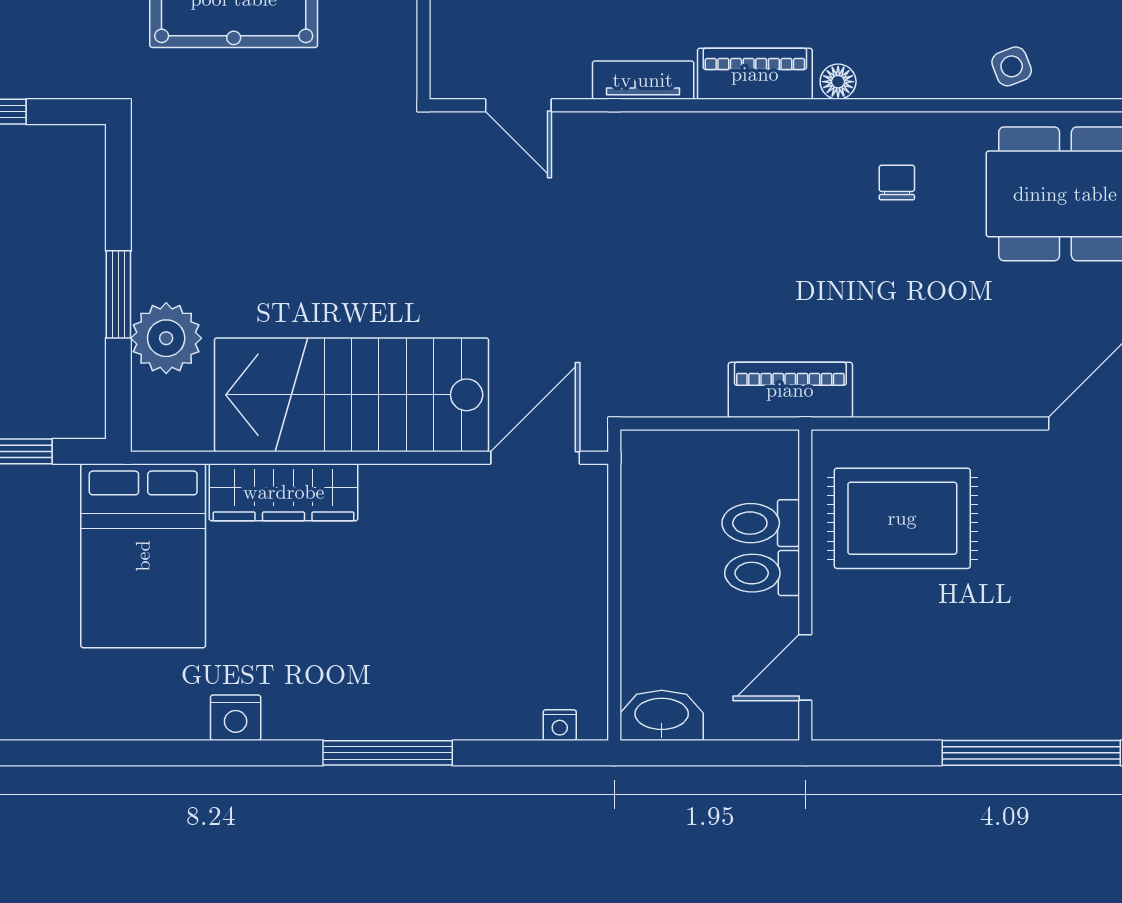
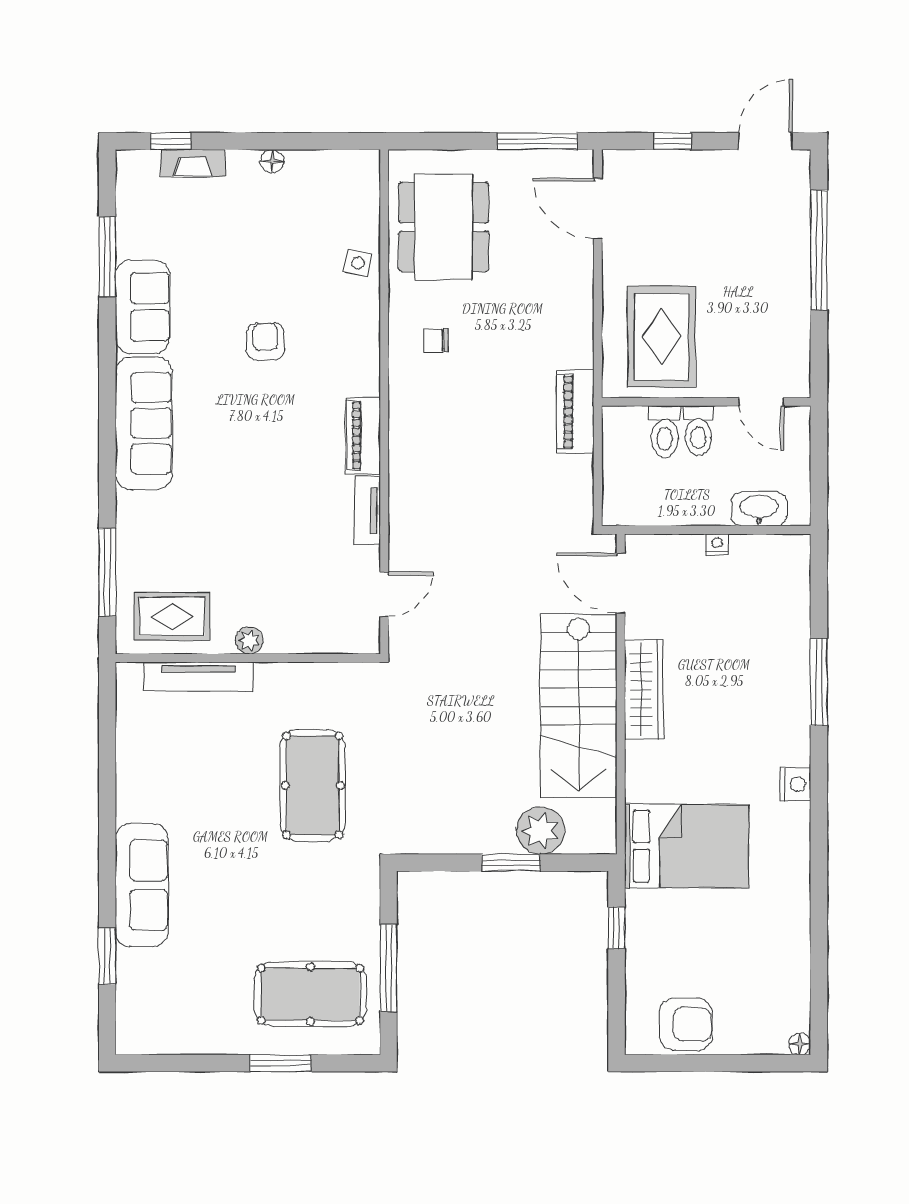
side table: (1012, 66) -> (358, 263), turned 32
floor lamp: (838, 82) -> (368, 380), removed
wardrobe: (284, 492) -> (644, 690), moved
washbasin: (662, 715) -> (759, 509), moved, turned 90
nightstand: (560, 725) -> (717, 544), moved, turned -90

